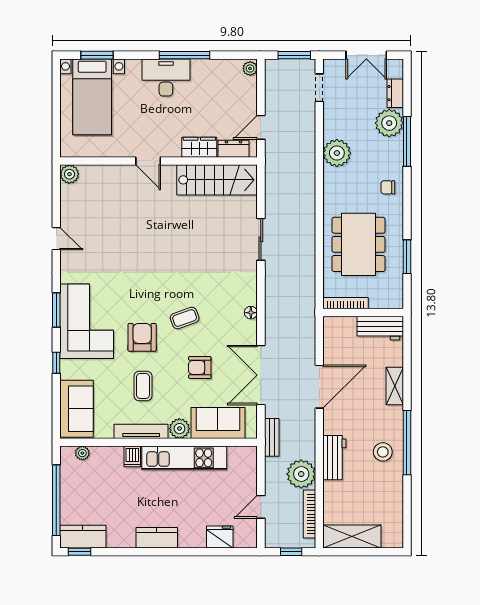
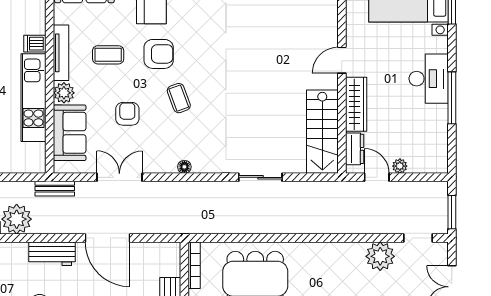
plant: (250, 68) -> (400, 166), moved
wardrobe: (199, 147) -> (356, 104), width x1.50
plant: (337, 153) -> (380, 256), moved
double door: (261, 375) -> (119, 177), width x0.73
workbench: (334, 458) -> (52, 254), moved

